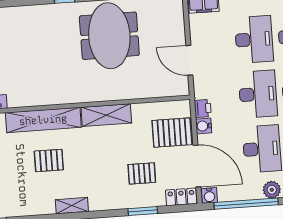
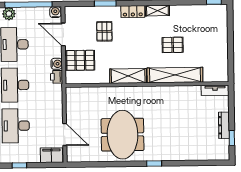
door: (189, 60) -> (65, 135), moved
door: (197, 166) -> (63, 34), width x0.73
pallet: (142, 173) -> (104, 31), turned 90
locker: (181, 197) -> (133, 11), moved

